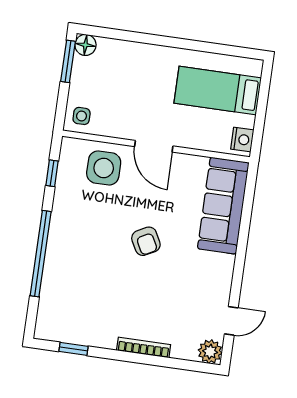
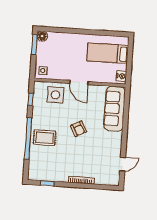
rug: (75, 255) -> (45, 138), added
plant: (210, 352) -> (114, 180), removed

